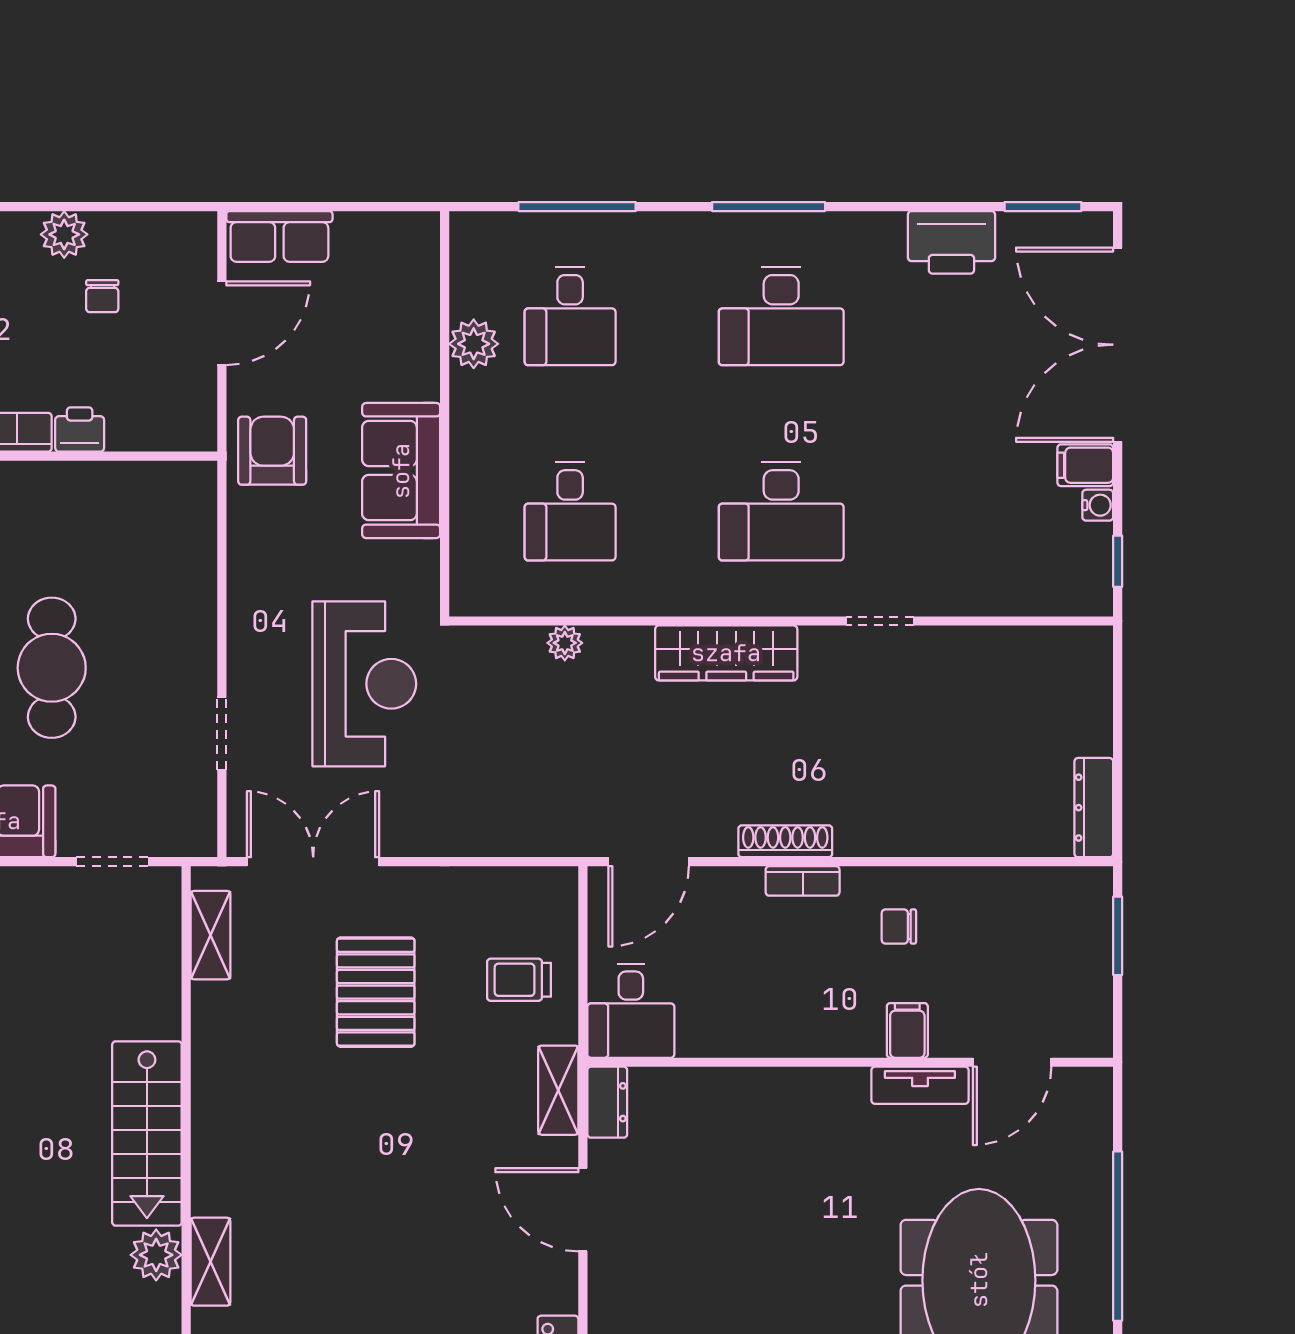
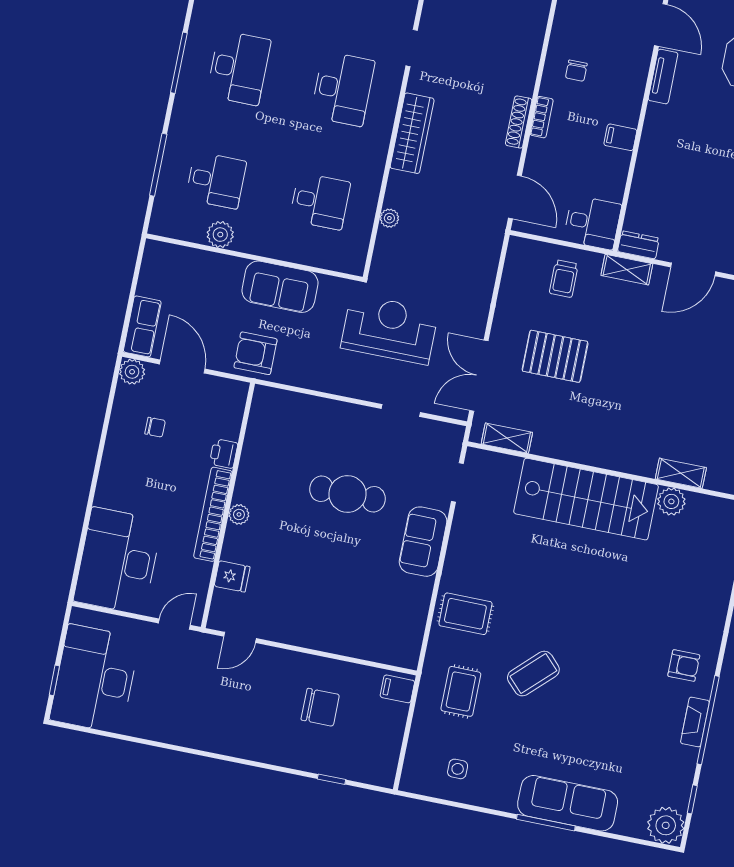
plant: (64, 234) -> (132, 372), moved
filing cabinet: (907, 1030) -> (620, 137), moved
stairs: (147, 1134) -> (586, 499), width x1.36, depth x1.51

